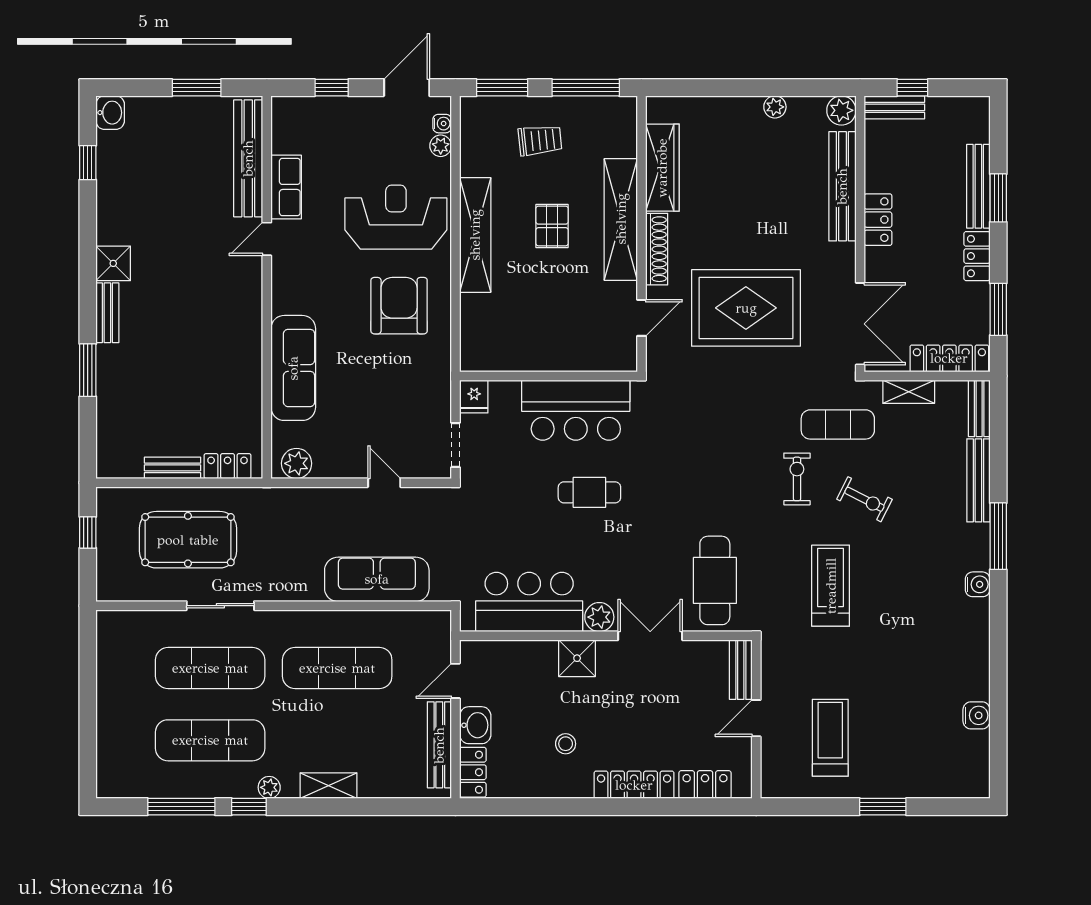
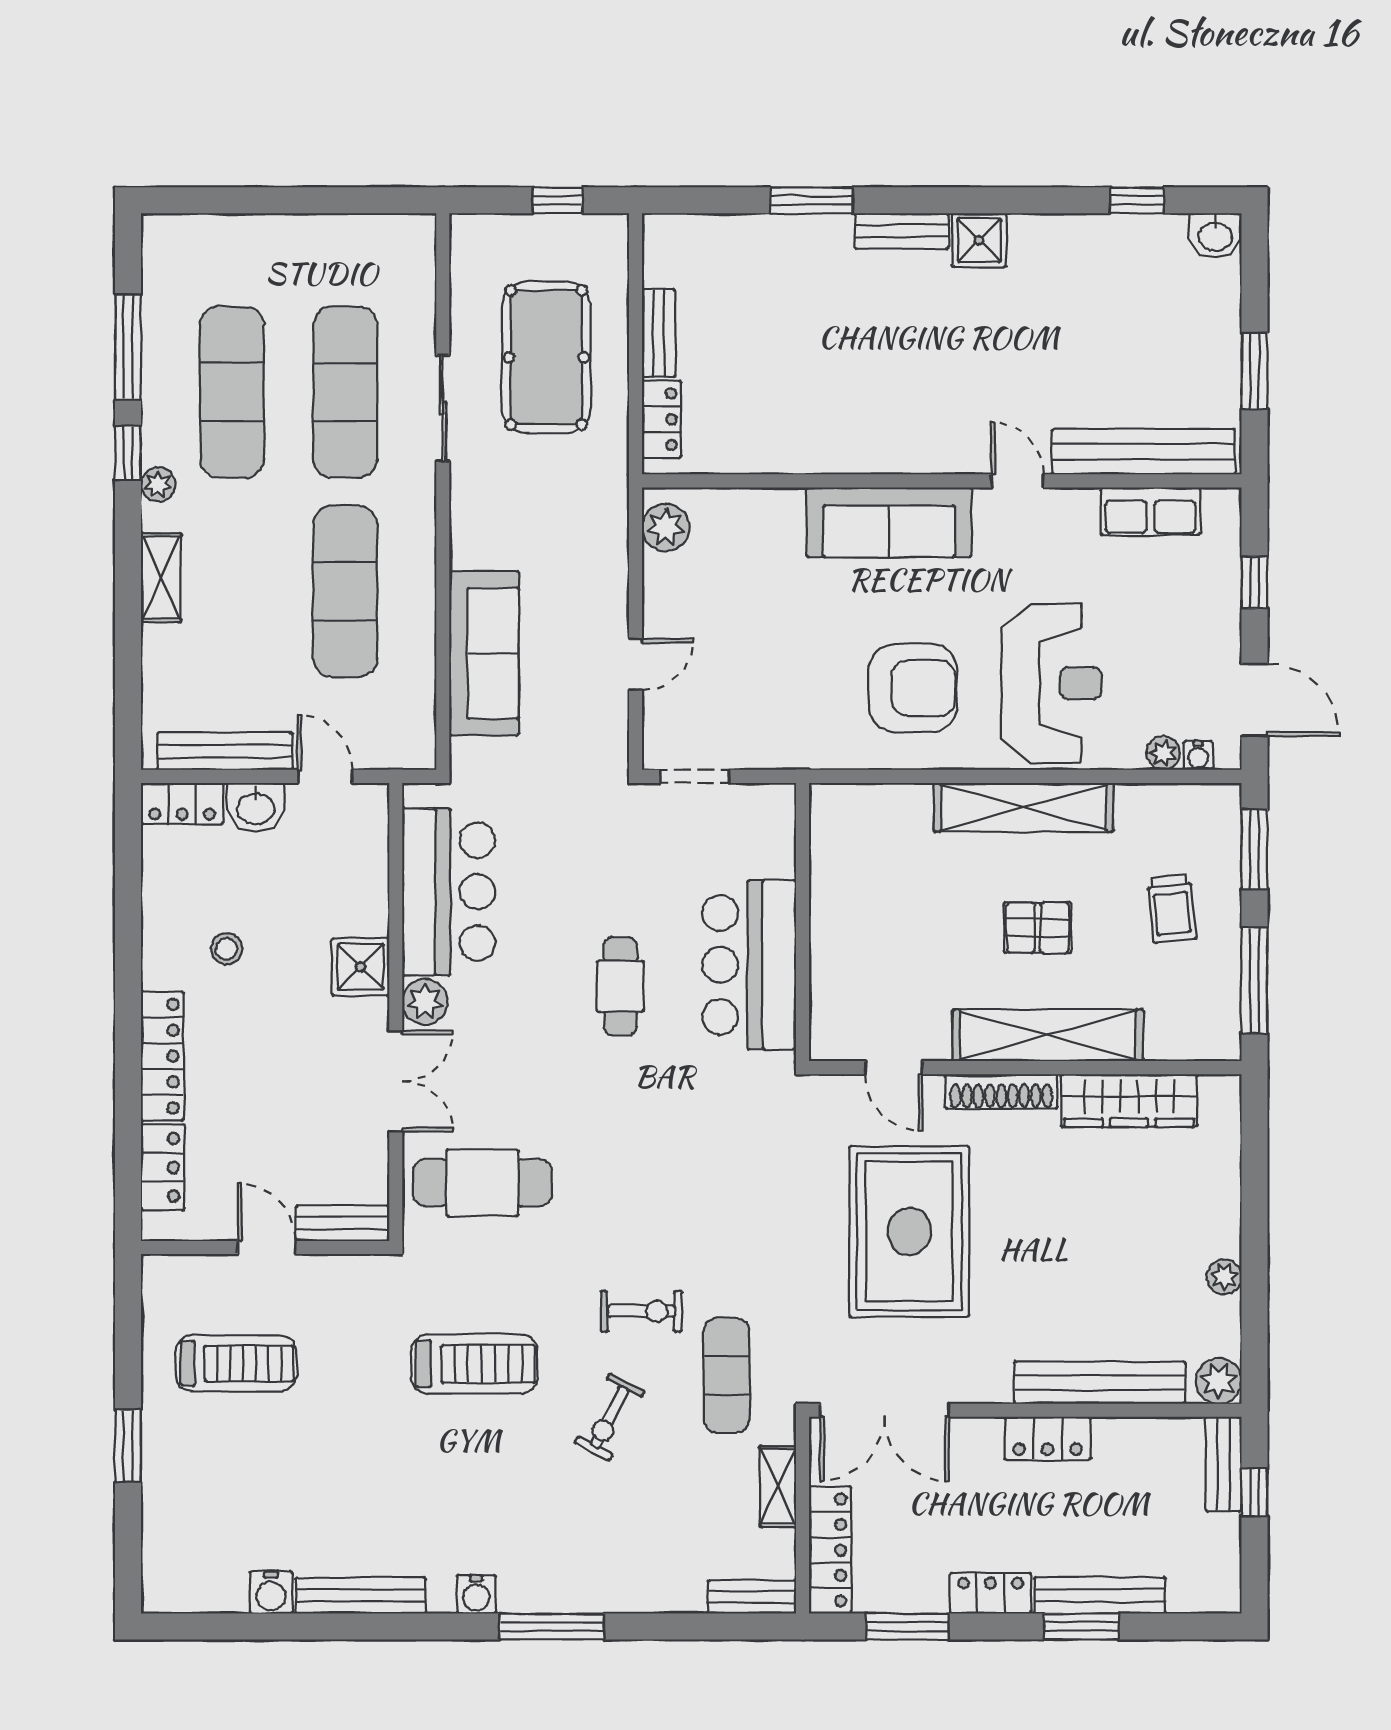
row of seats: (286, 187) -> (1151, 511), moved
sofa: (293, 368) -> (889, 522), moved
fridge: (474, 397) -> (770, 806), removed
bench: (978, 480) -> (361, 1596), moved

